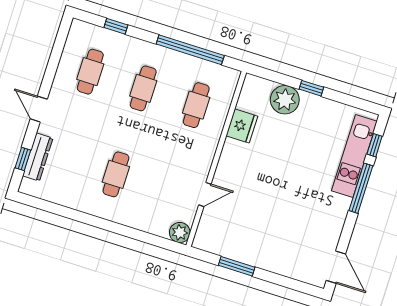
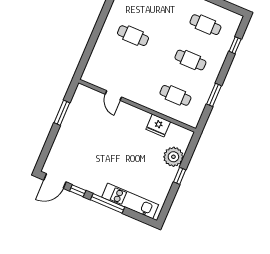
window: (190, 50) -> (214, 95), width x0.47
window: (375, 145) -> (78, 191), moved
plant: (180, 233) -> (89, 76), removed

